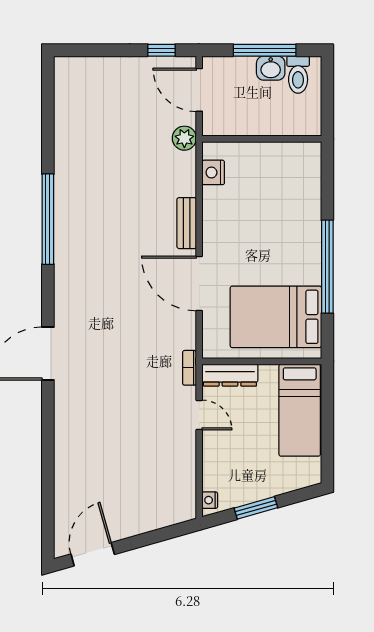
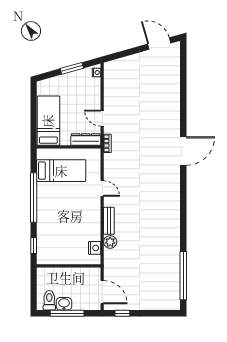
plant: (184, 138) -> (110, 242), moved
window: (327, 177) -> (34, 246), added
window: (48, 219) -> (183, 276), moved
door: (199, 283) -> (102, 188), width x0.53
bed: (276, 317) -> (61, 171), width x0.67
door: (93, 554) -> (159, 44), swing flipped

